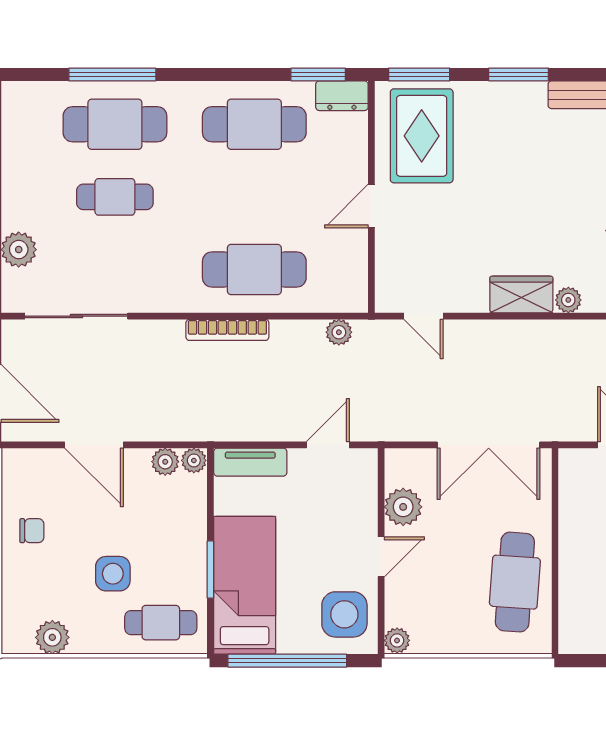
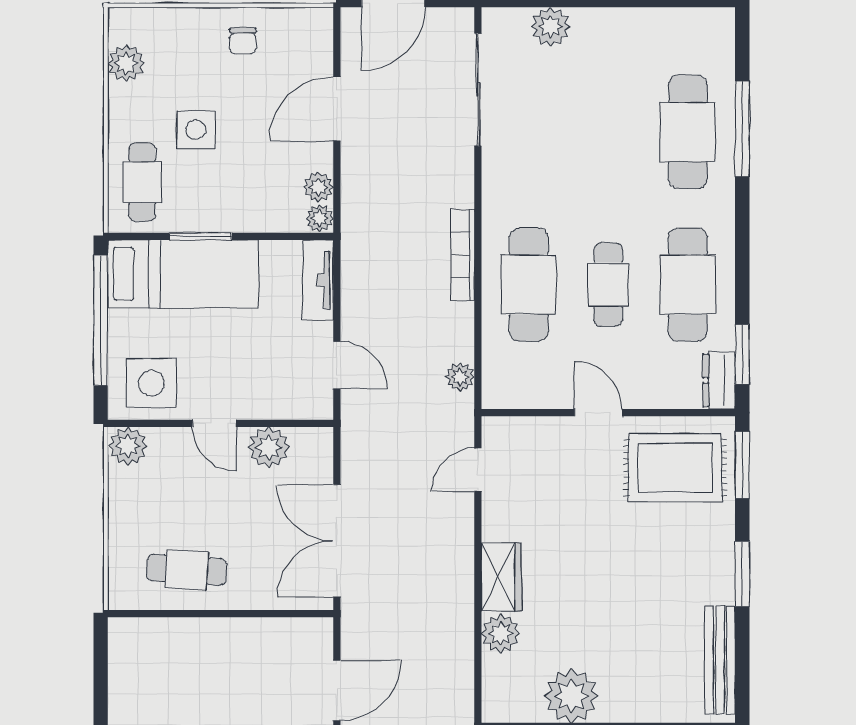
cafe table: (115, 197) -> (608, 285), moved
plant: (568, 300) -> (501, 634), width x1.38, depth x1.38
cafe table: (515, 582) -> (187, 570), width x0.73, depth x0.74
plant: (397, 640) -> (128, 446), width x1.38, depth x1.38

